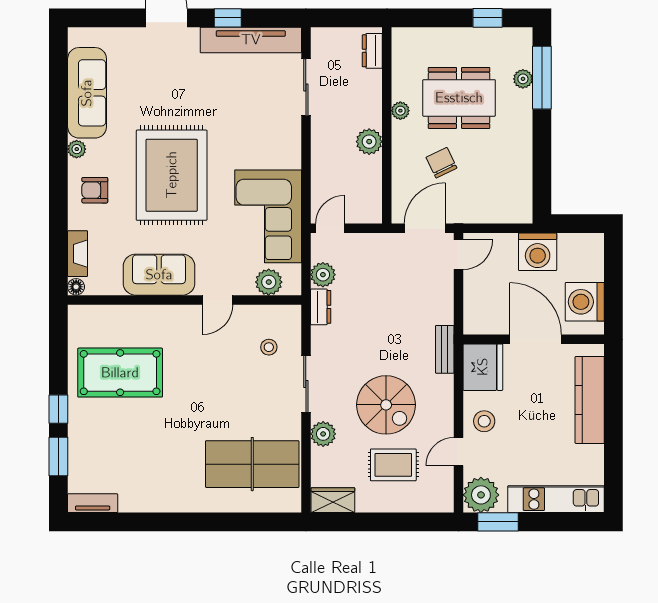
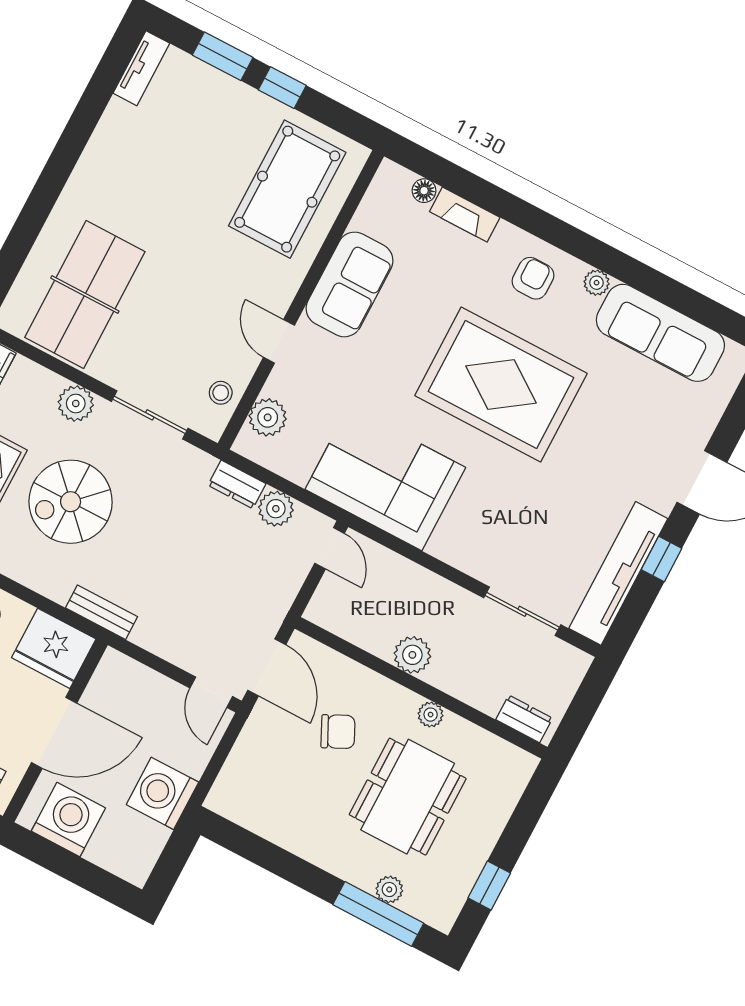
sofa: (159, 275) -> (350, 284), moved
plant: (269, 282) -> (268, 417), moved
wall: (185, 300) -> (301, 300), moved
door: (218, 300) -> (279, 341), moved

